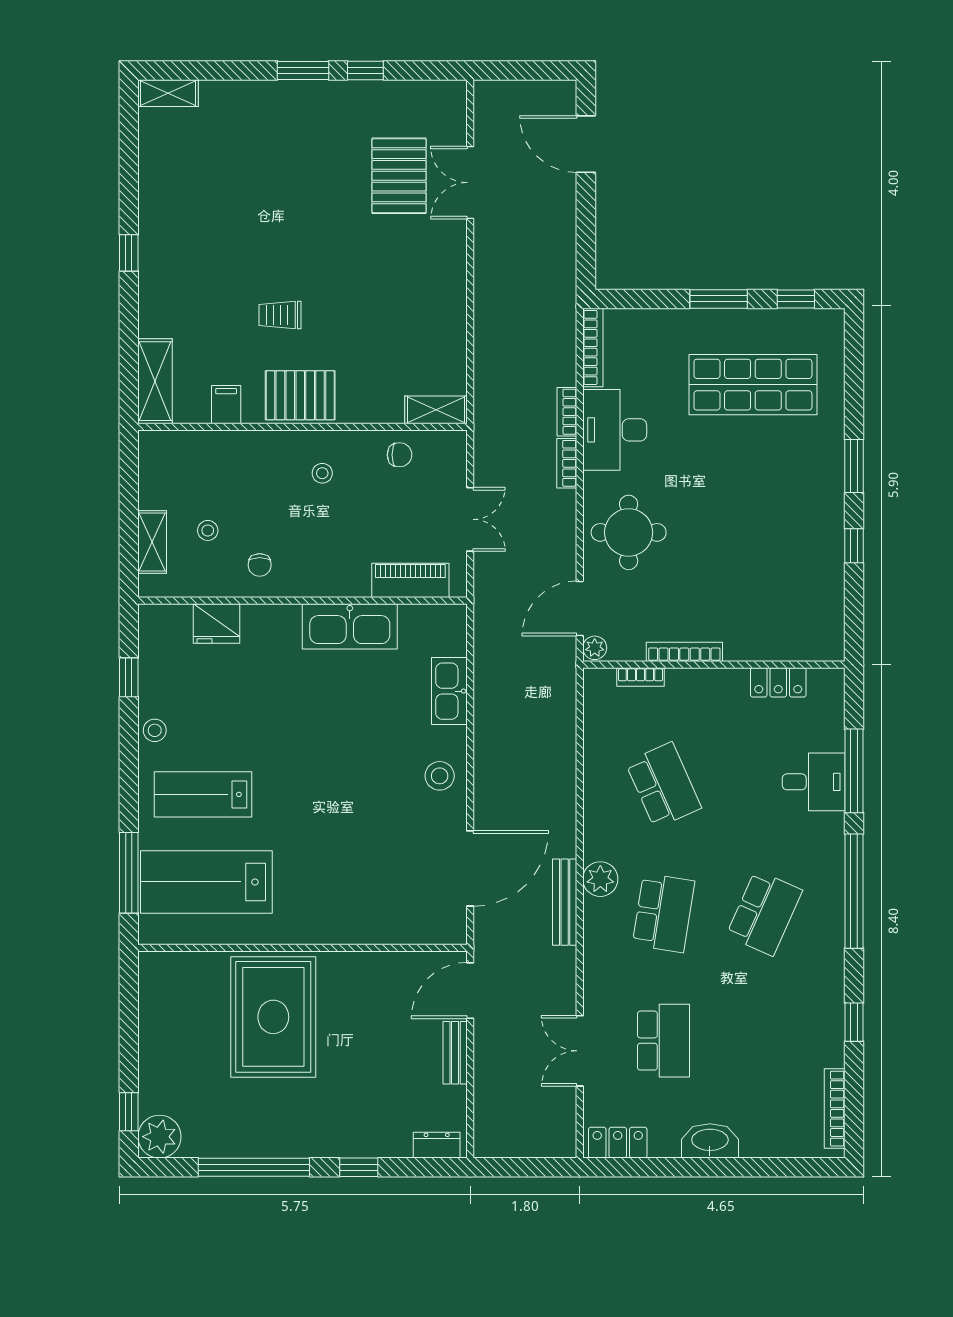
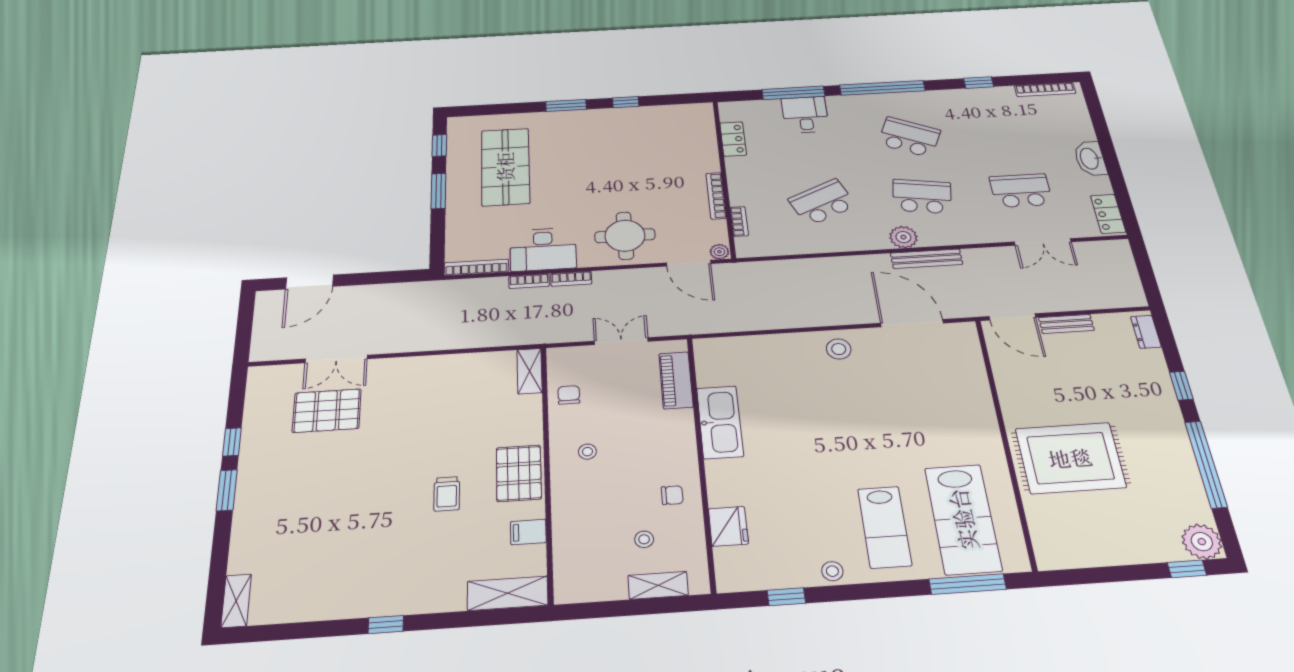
kitchen sink: (449, 691) -> (767, 347), removed

